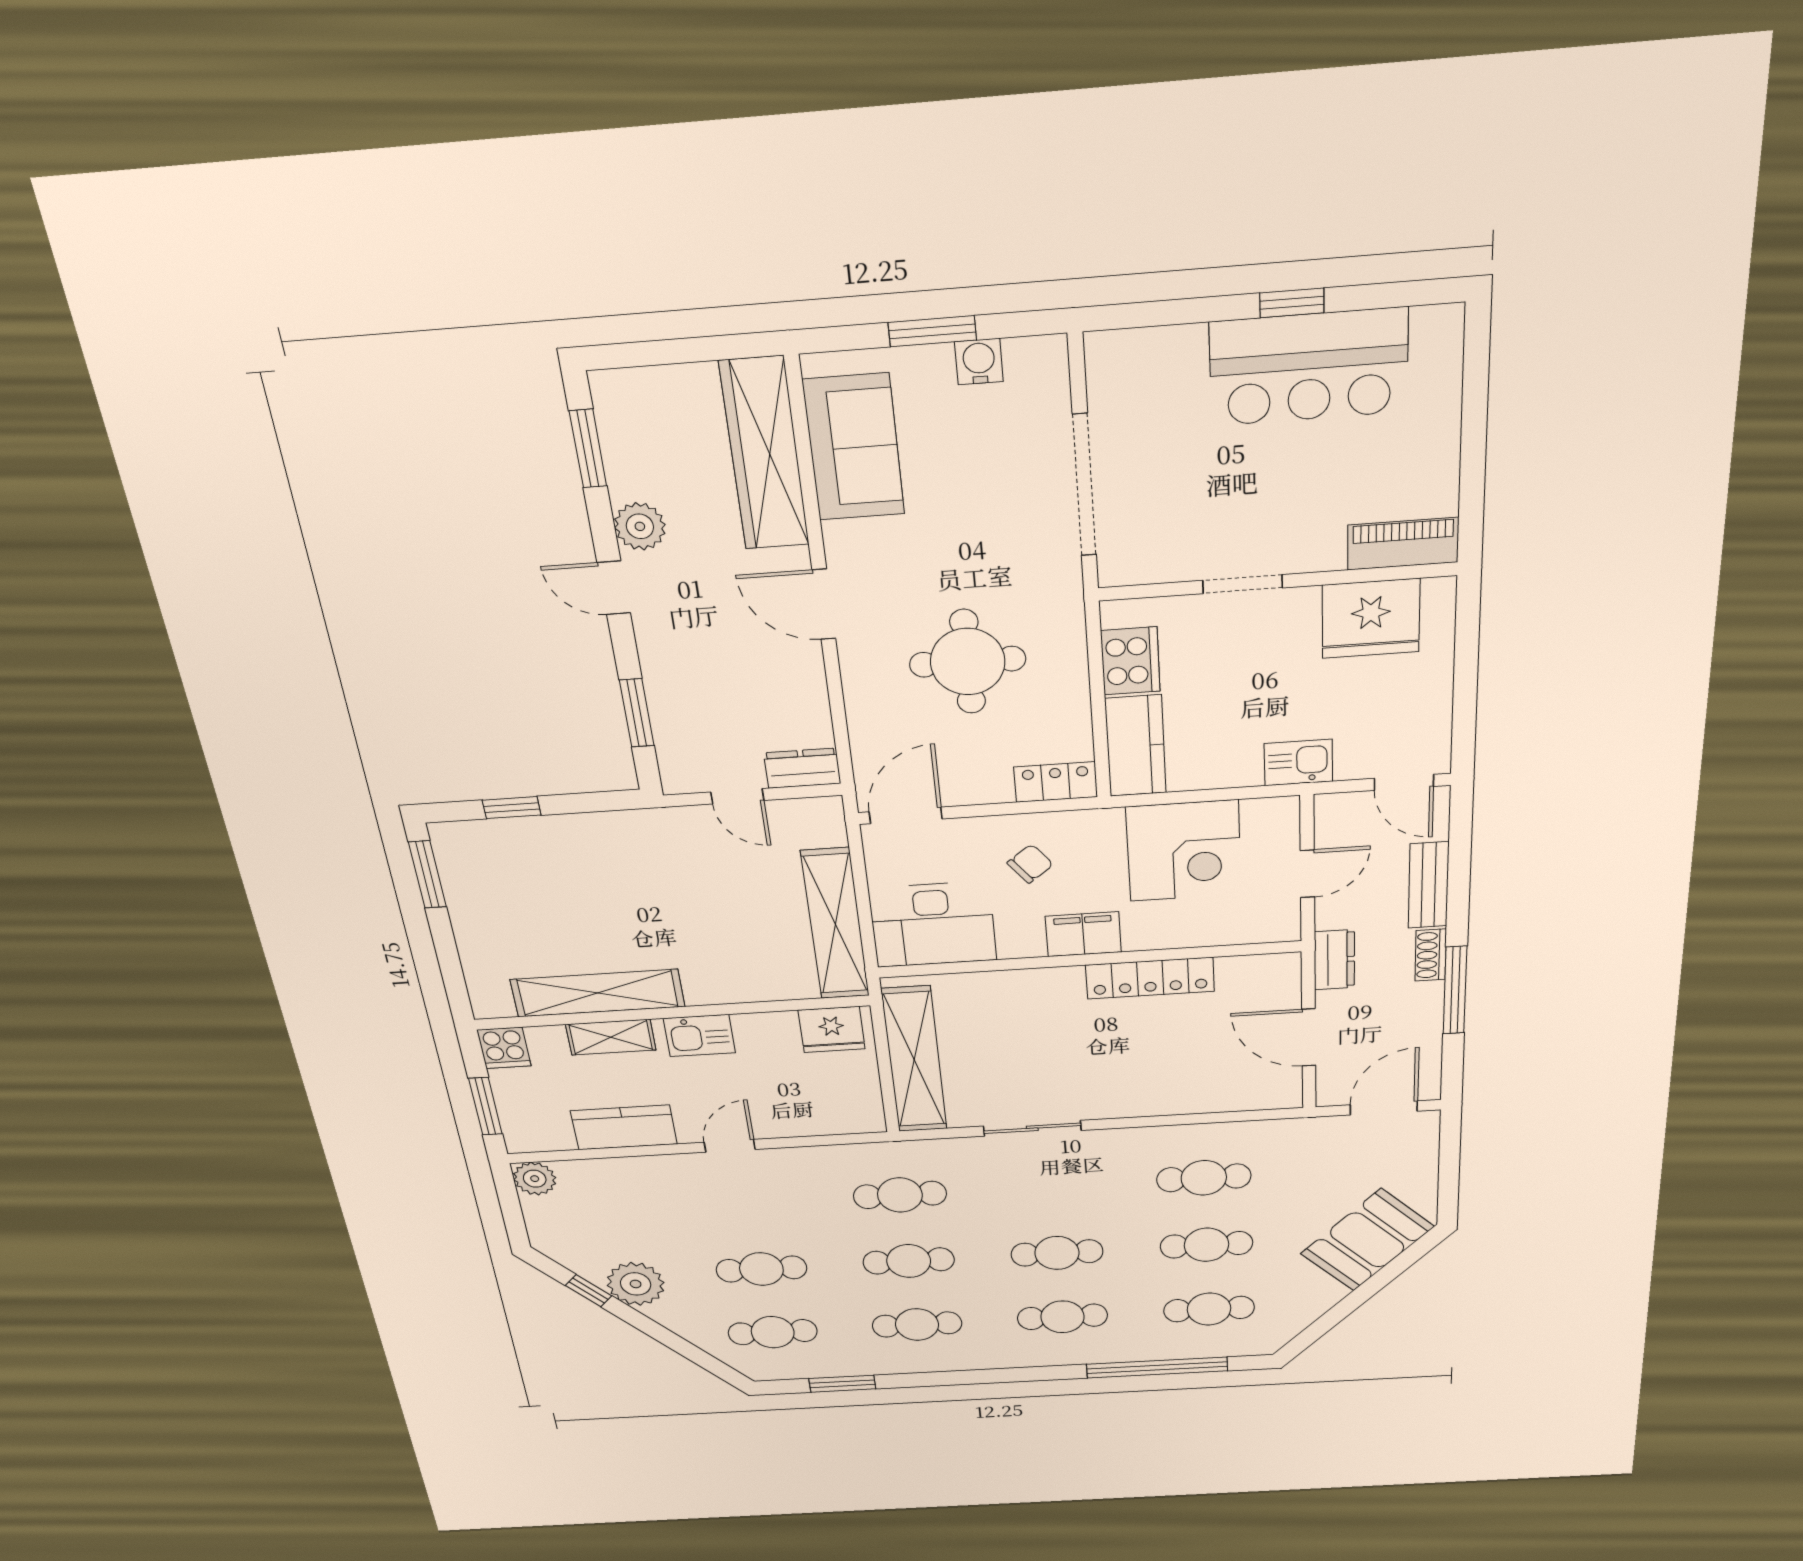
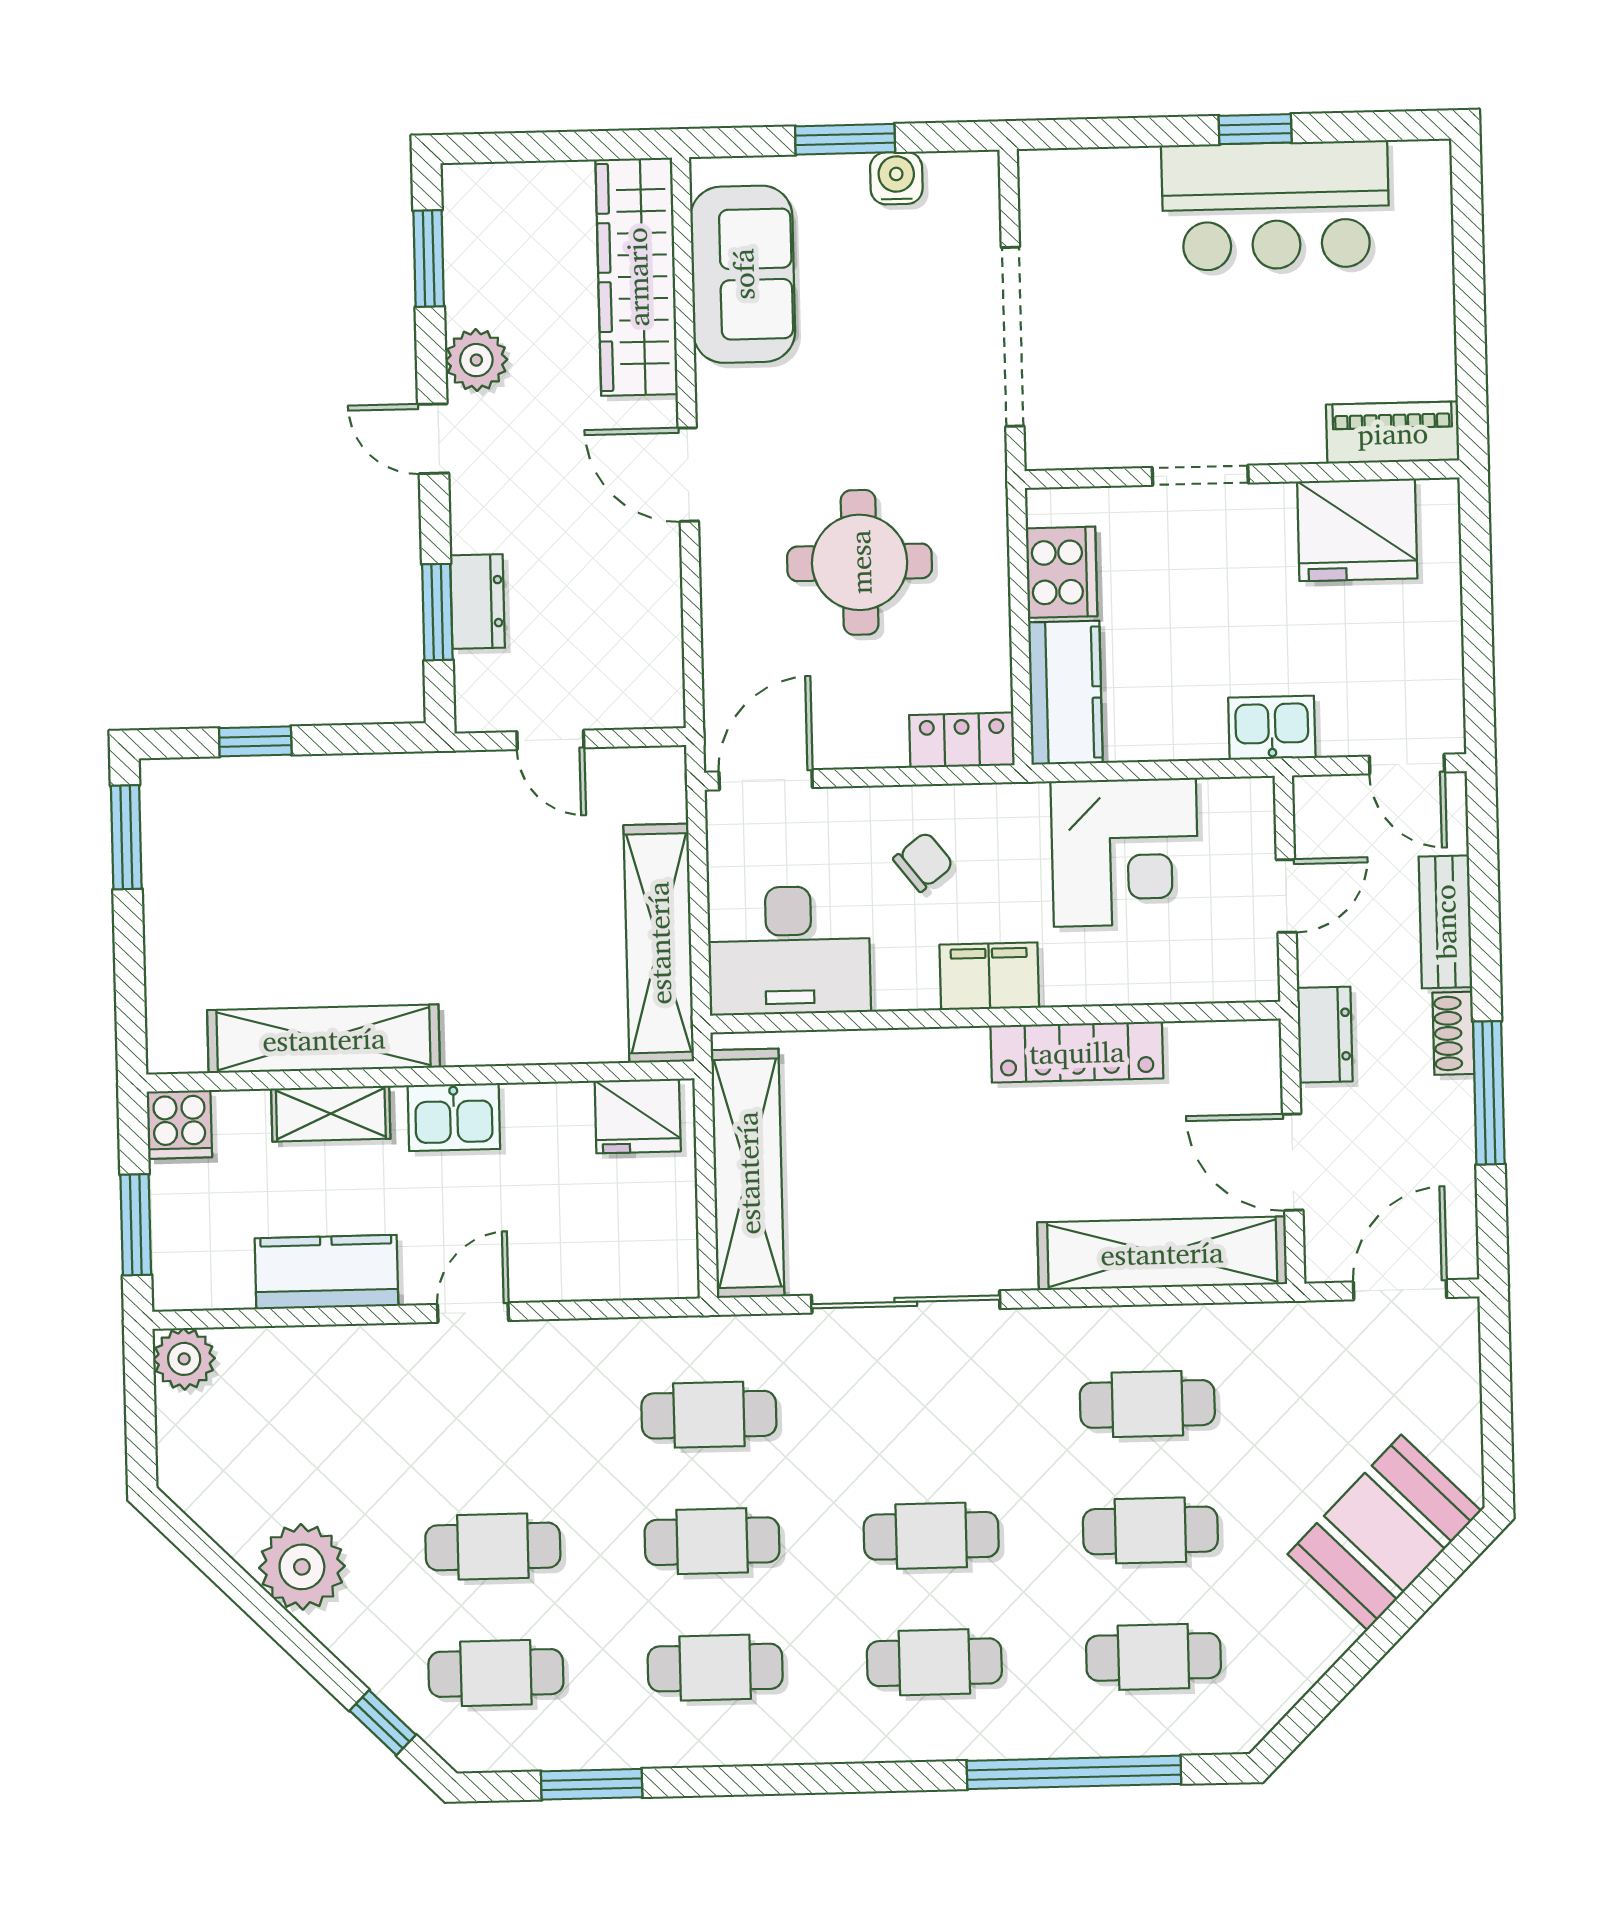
dresser: (802, 768) -> (477, 602), moved, turned 90
shelving: (1214, 1094) -> (1162, 1253), added
sliding door: (1032, 1128) -> (906, 1302), width x1.37
window: (589, 1291) -> (383, 1723), moved

